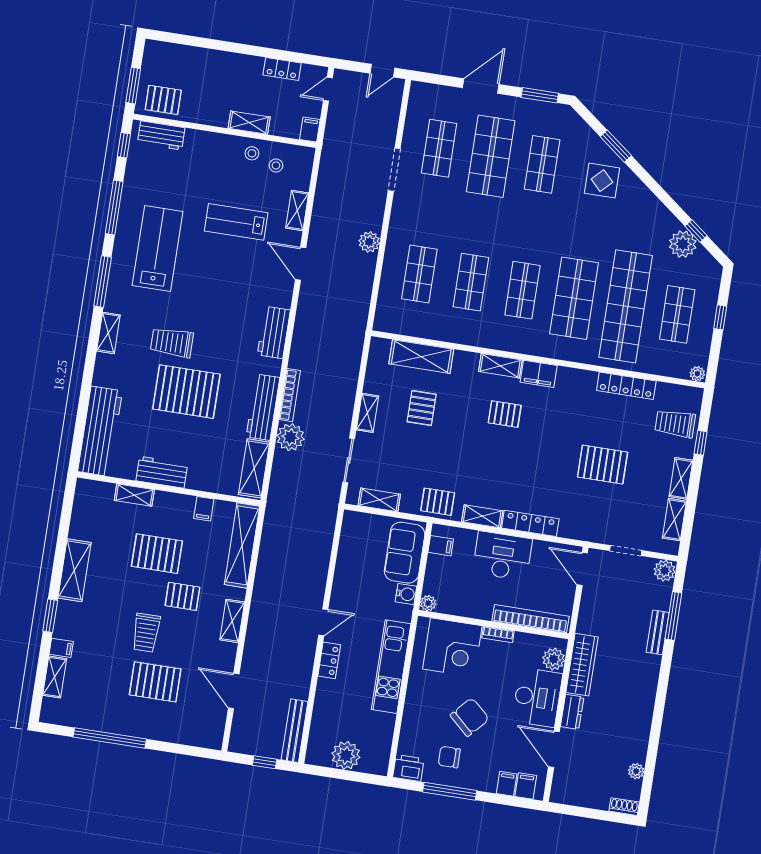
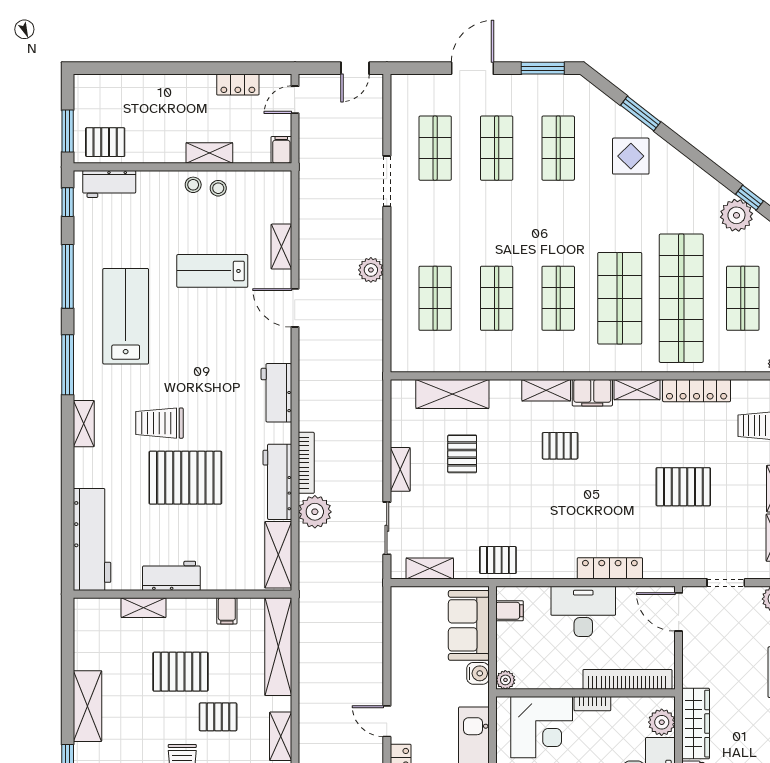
shop shelf: (491, 156) -> (497, 148), width x0.70, depth x0.74
stool: (276, 165) -> (193, 185), moved
shelving: (482, 516) -> (637, 390), moved
door: (323, 622) -> (387, 721), swing flipped

